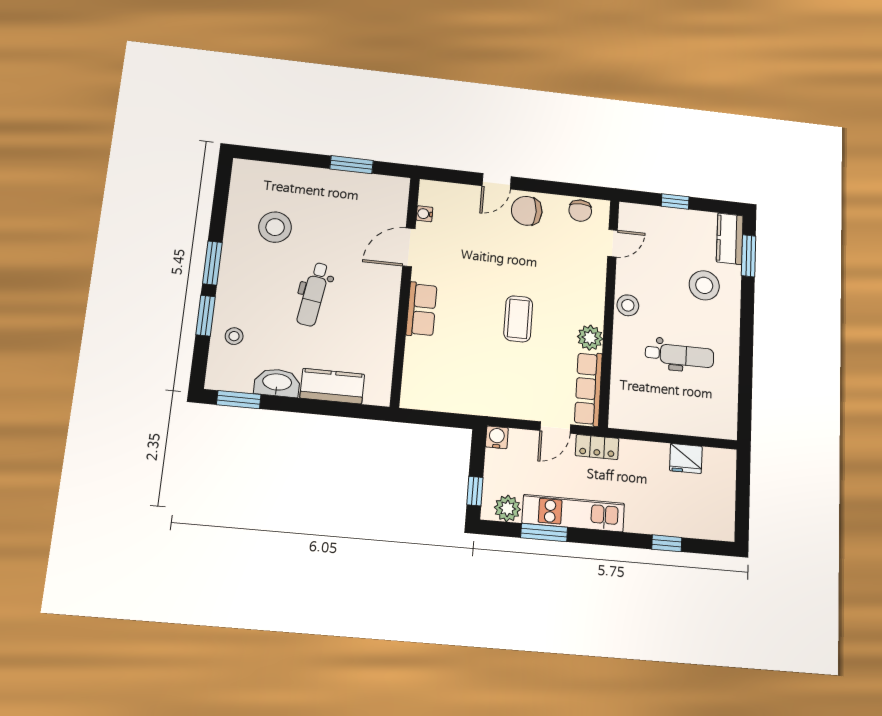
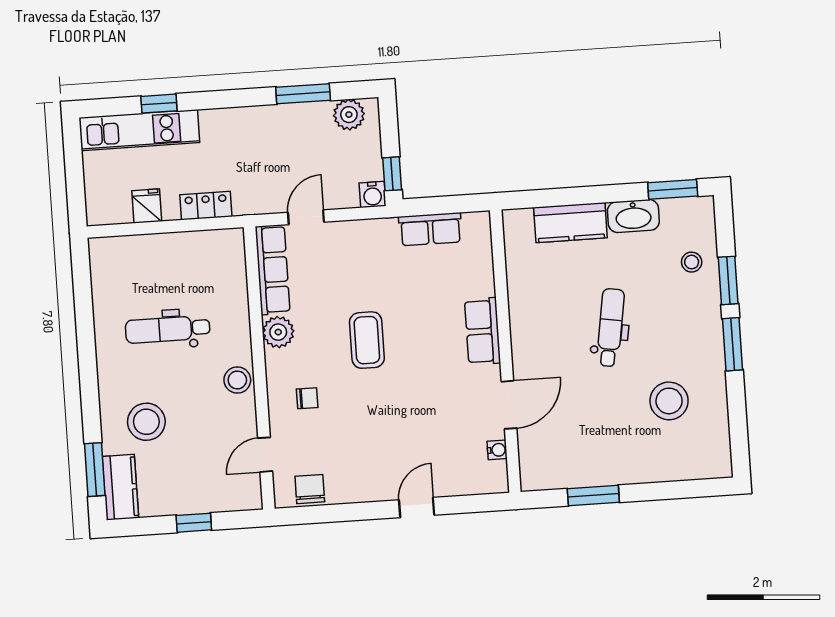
chair: (527, 211) -> (307, 398), moved, width x0.54, depth x0.54
row of seats: (452, 400) -> (430, 229), added
locker: (597, 447) -> (206, 206), moved
fridge: (686, 458) -> (147, 206), width x0.72
window: (475, 491) -> (392, 174), moved
kitchen unit: (573, 513) -> (139, 130), moved

